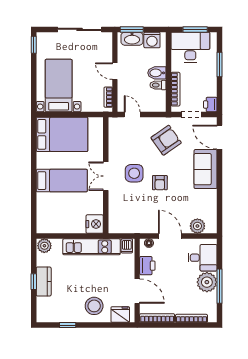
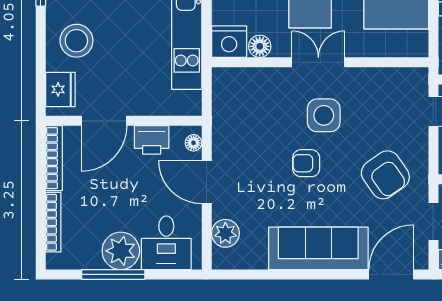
sofa: (206, 169) -> (318, 248), width x1.36
floor lamp: (97, 208) -> (260, 46), added
door: (170, 236) -> (207, 182), swing flipped
dishwasher: (127, 246) -> (188, 102), removed

